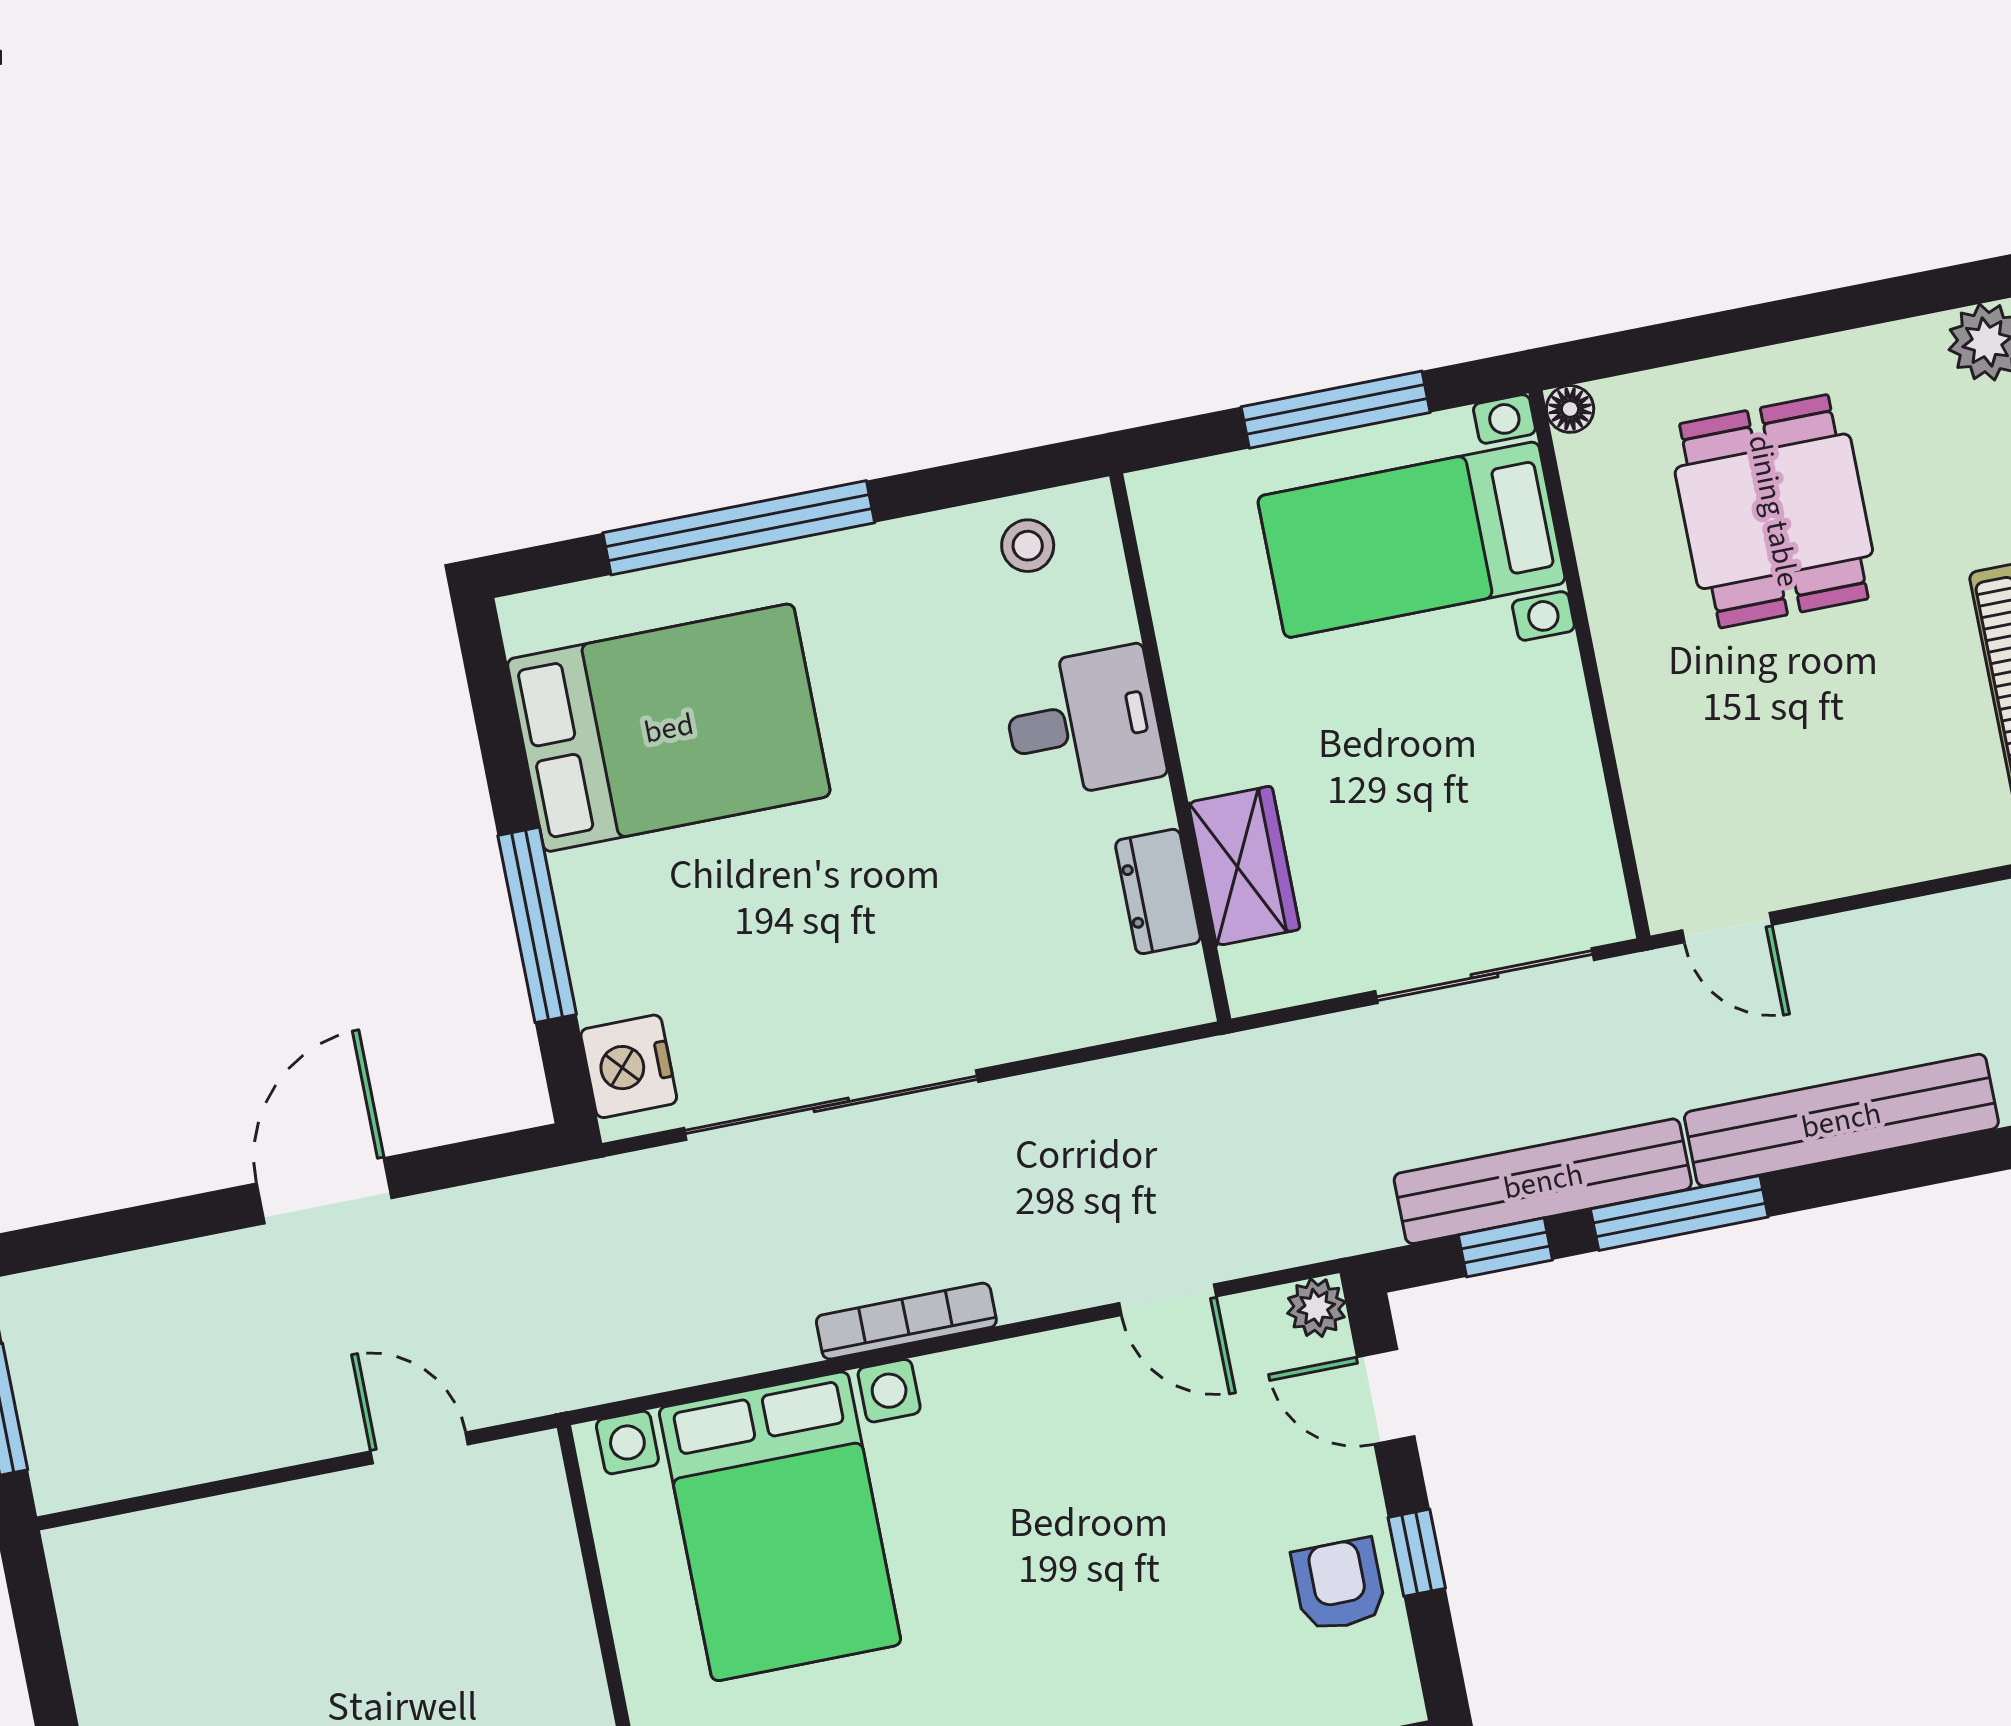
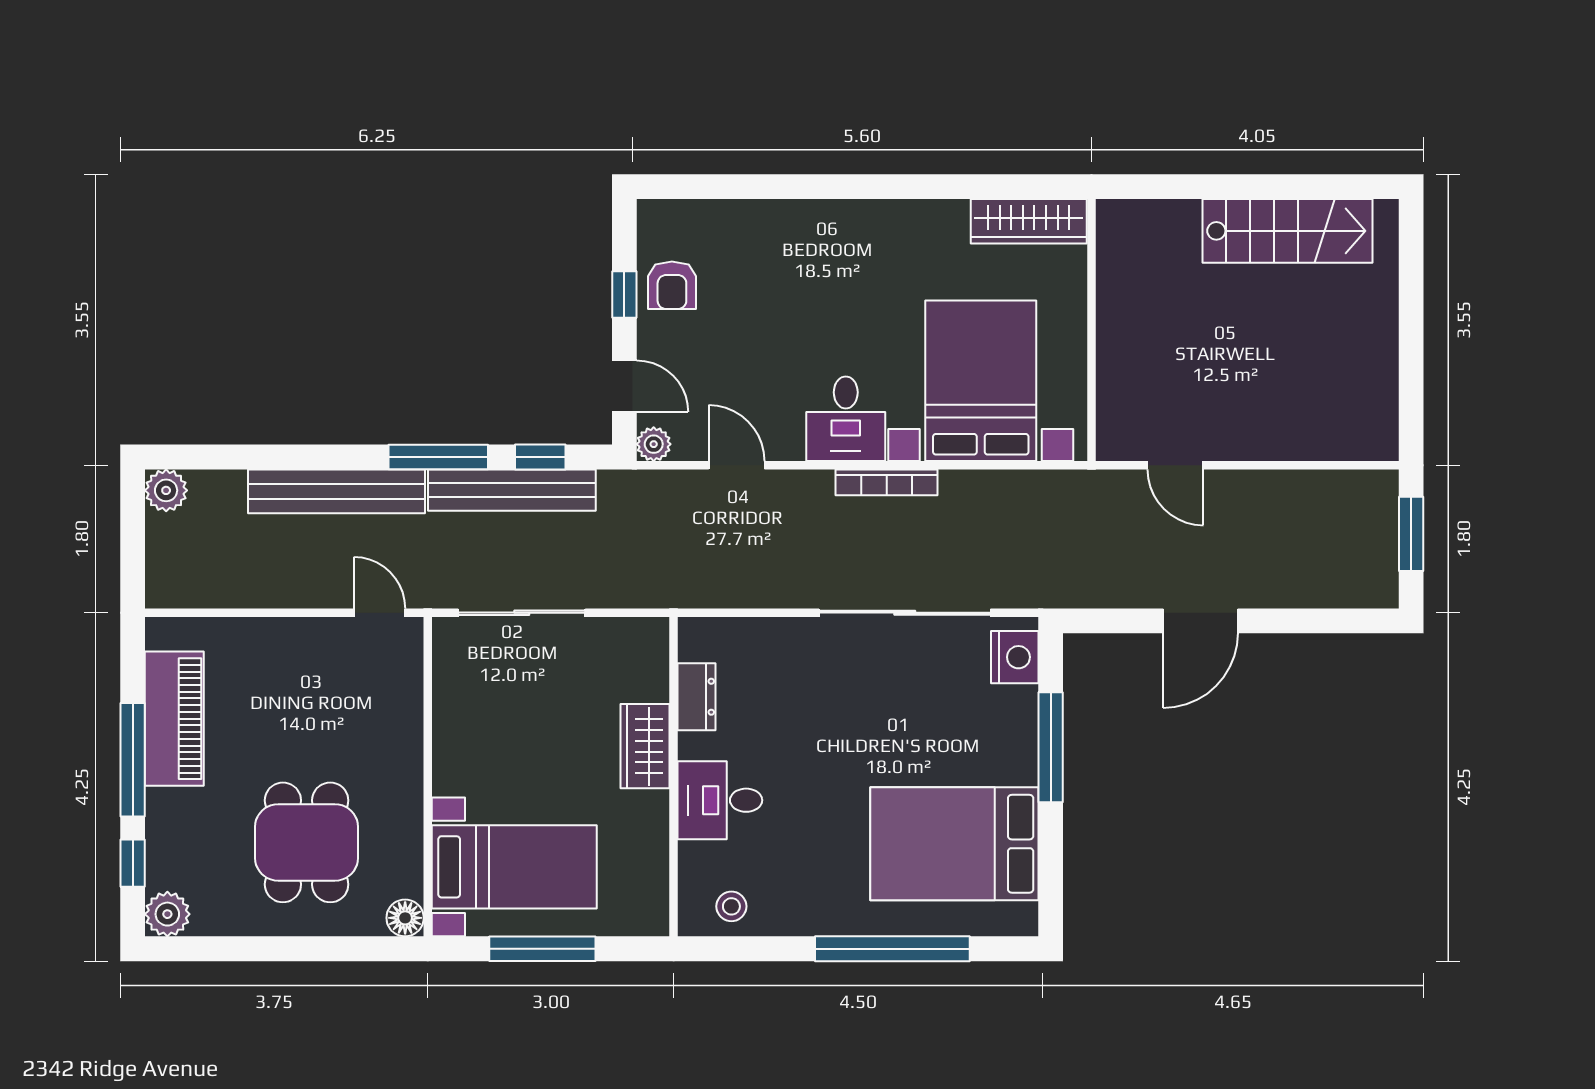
floor lamp: (1570, 409) -> (405, 918), width x1.37, depth x1.37
wardrobe: (1244, 866) -> (645, 746), moved
desk: (997, 1416) -> (846, 419), added

